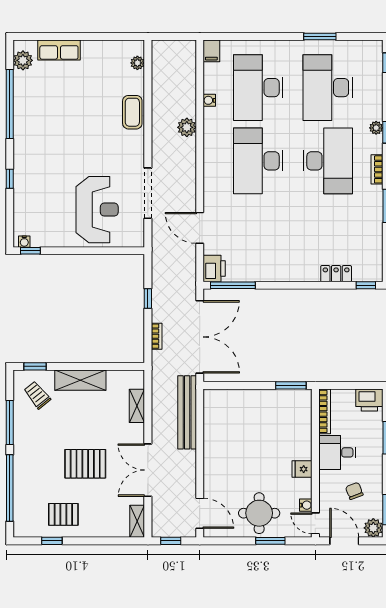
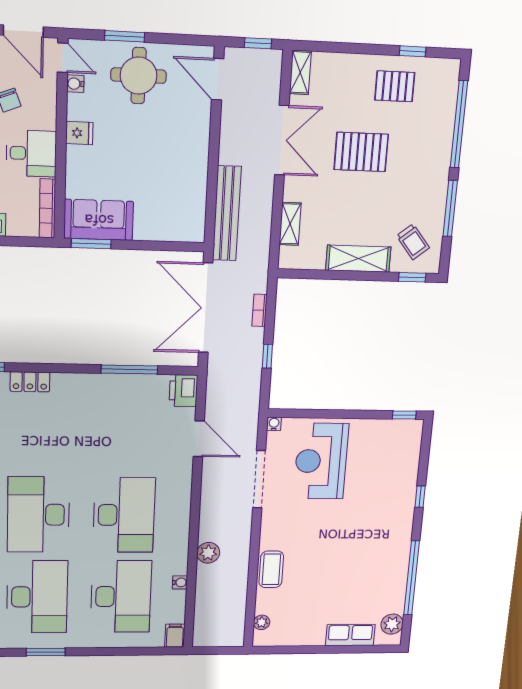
water cooler: (24, 242) -> (274, 424), moved
window: (233, 285) -> (129, 370), moved
sofa: (286, 404) -> (99, 220), added

